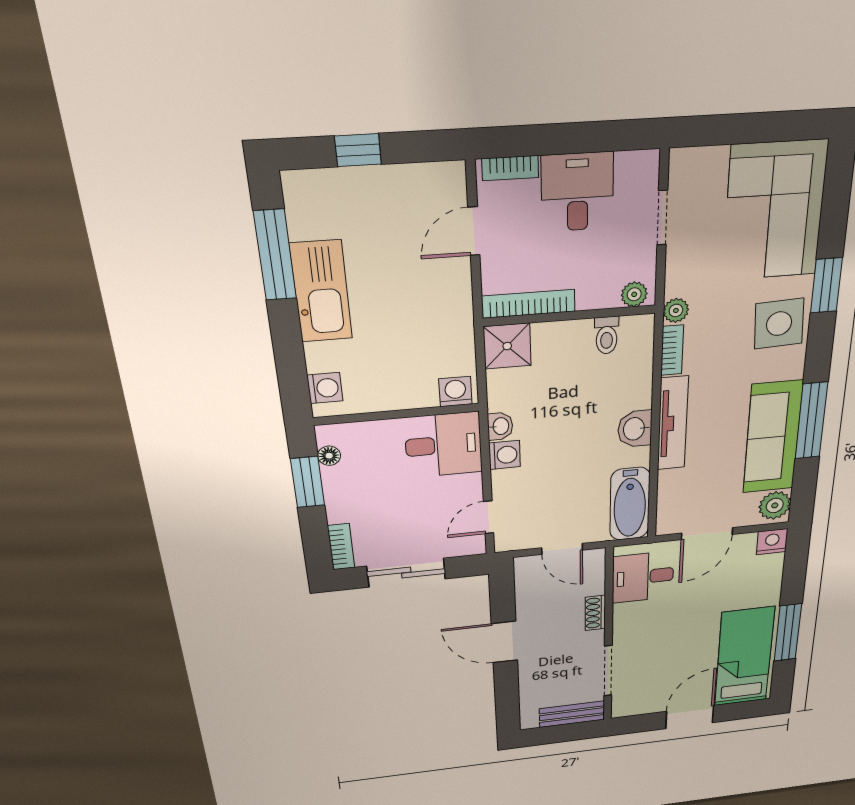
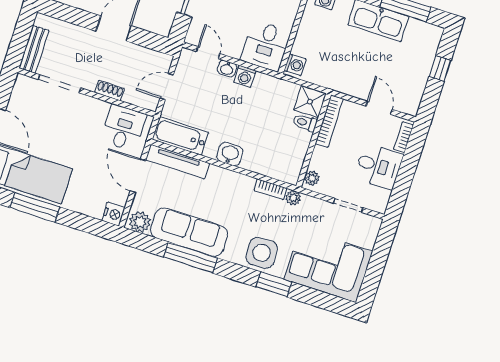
toilet: (607, 335) -> (305, 123), moved
tv unit: (673, 423) -> (178, 162), moved
washbasin: (500, 426) -> (227, 69), moved

